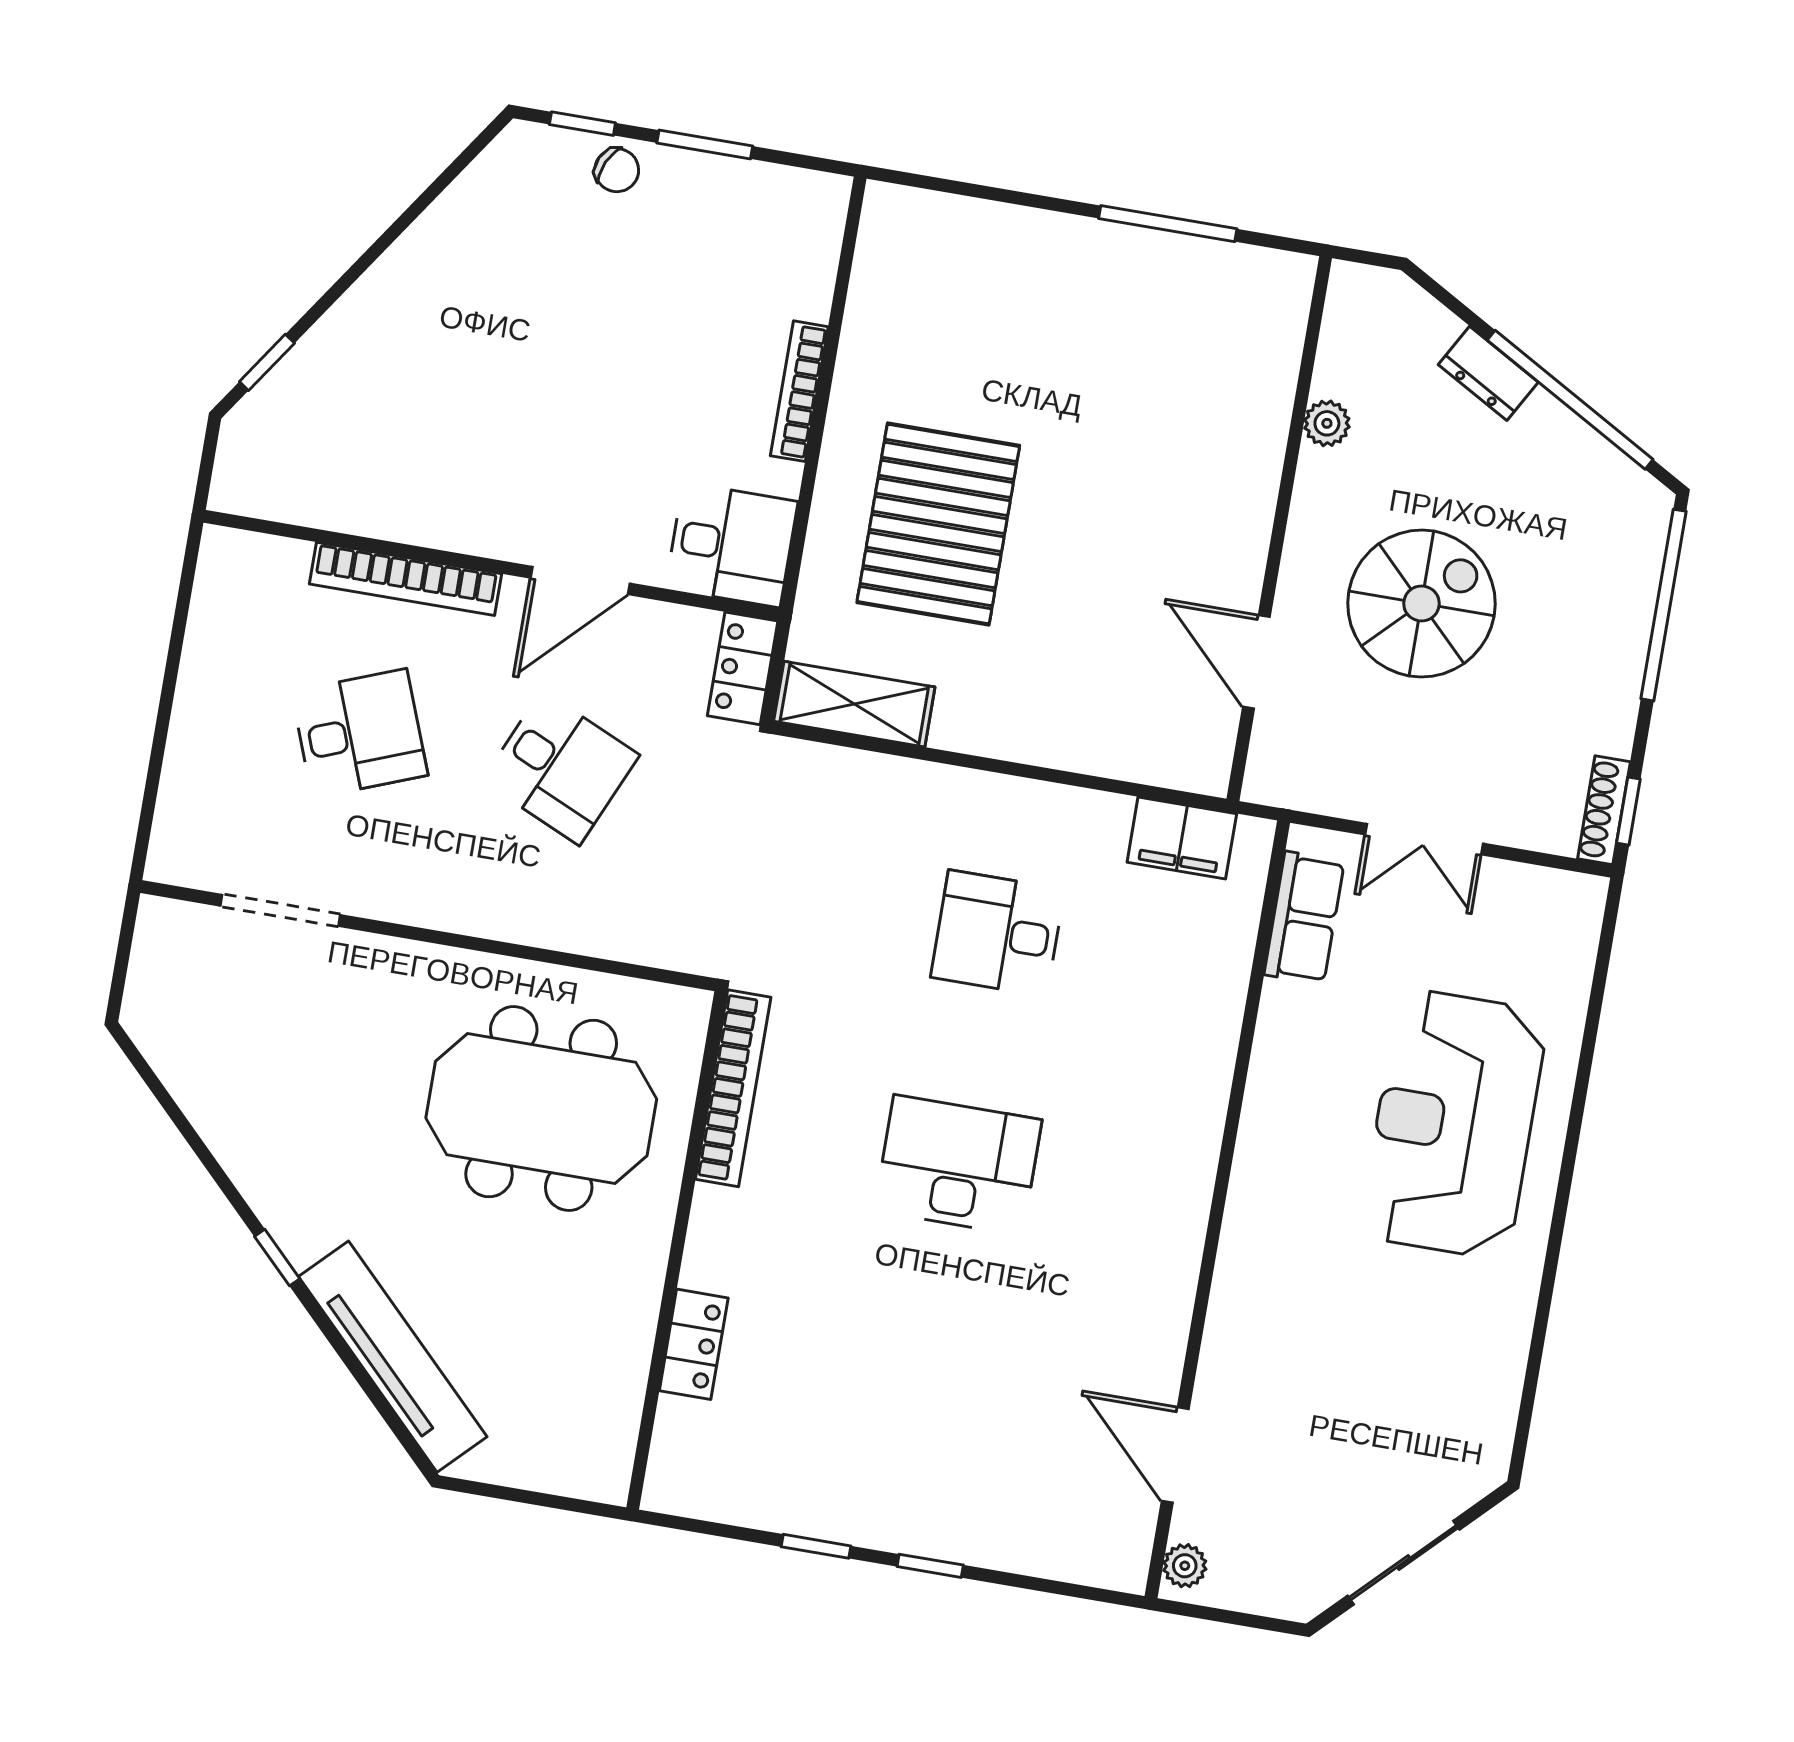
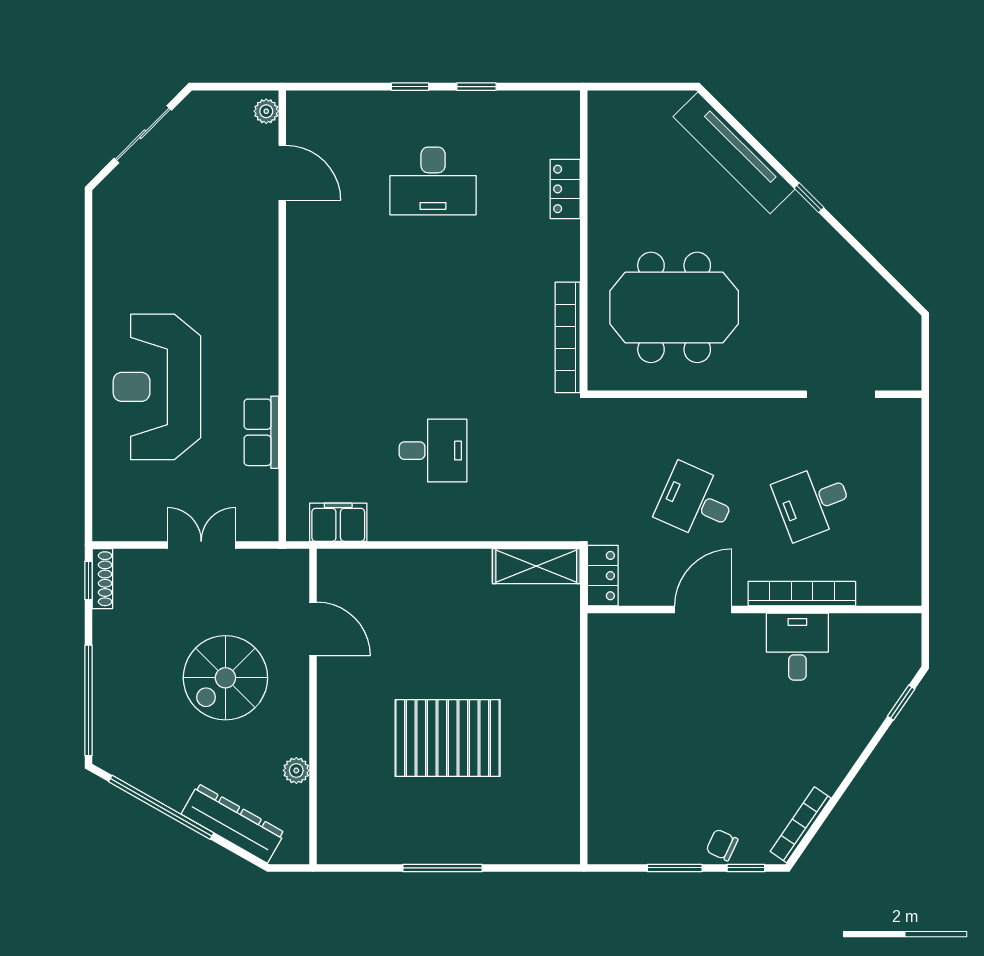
window: (1168, 224) -> (443, 868), moved
dresser: (1488, 373) -> (233, 823), width x1.96, depth x1.24
bookcase: (799, 391) -> (801, 825), moved, turned -146
pallet: (938, 524) -> (448, 738), moved, turned 90
desk: (732, 545) -> (797, 647), moved, turned 90
row of seats: (1304, 918) -> (261, 432), moved
reception desk: (1454, 1124) -> (157, 387), turned 180
desk: (958, 1165) -> (433, 181), moved

